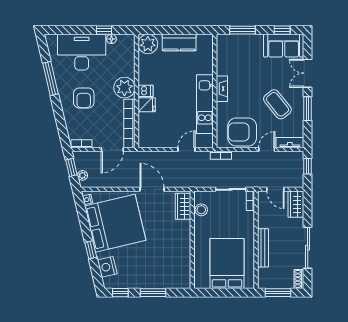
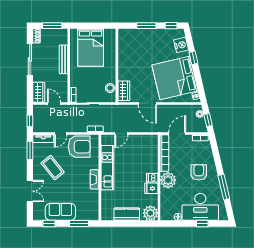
window: (104, 30) -> (202, 223), moved
sofa: (284, 46) -> (60, 212), moved
fridge: (147, 105) -> (151, 188), moved
window: (308, 109) -> (30, 150), moved

